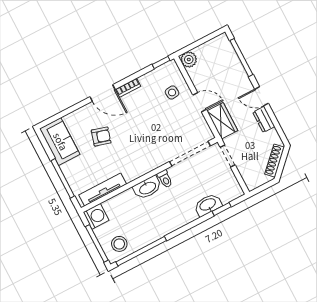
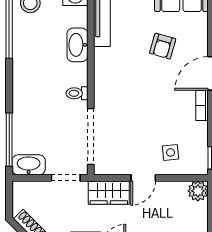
washbasin: (147, 188) -> (77, 45), moved
washbasin: (208, 205) -> (29, 165), moved, turned -90
window: (222, 209) -> (9, 140), width x2.17

